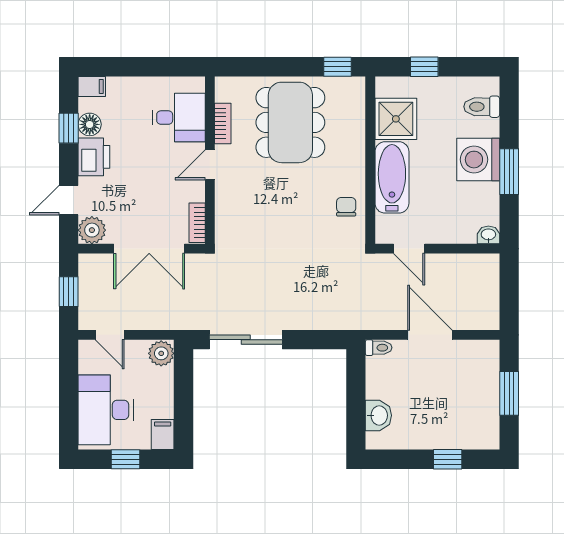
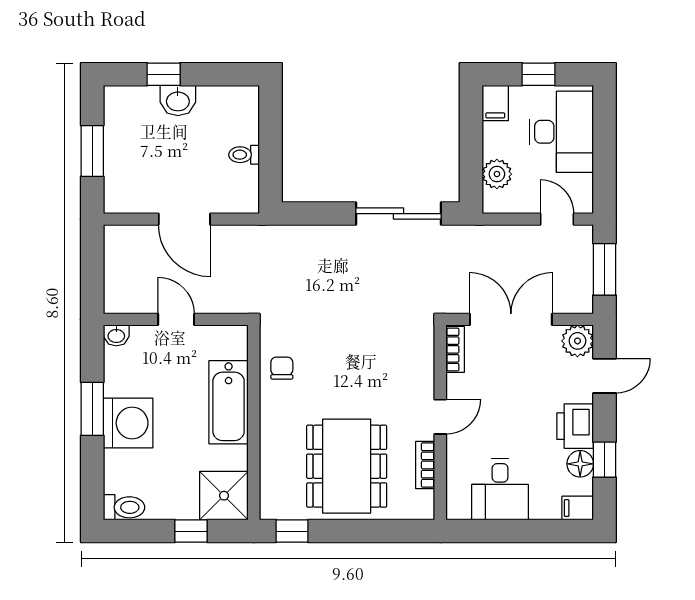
toilet: (482, 107) -> (124, 507), moved
desk: (179, 118) -> (500, 489), moved, turned -90
shower: (396, 119) -> (224, 496), moved
chair: (346, 207) -> (282, 368), turned 180
door: (409, 249) -> (176, 319), moved
window: (69, 292) -> (605, 269), width x1.50
toilet: (379, 348) -> (244, 155), moved
plant: (161, 353) -> (497, 174), moved
washbasin: (378, 415) -> (178, 101), moved, turned -90

